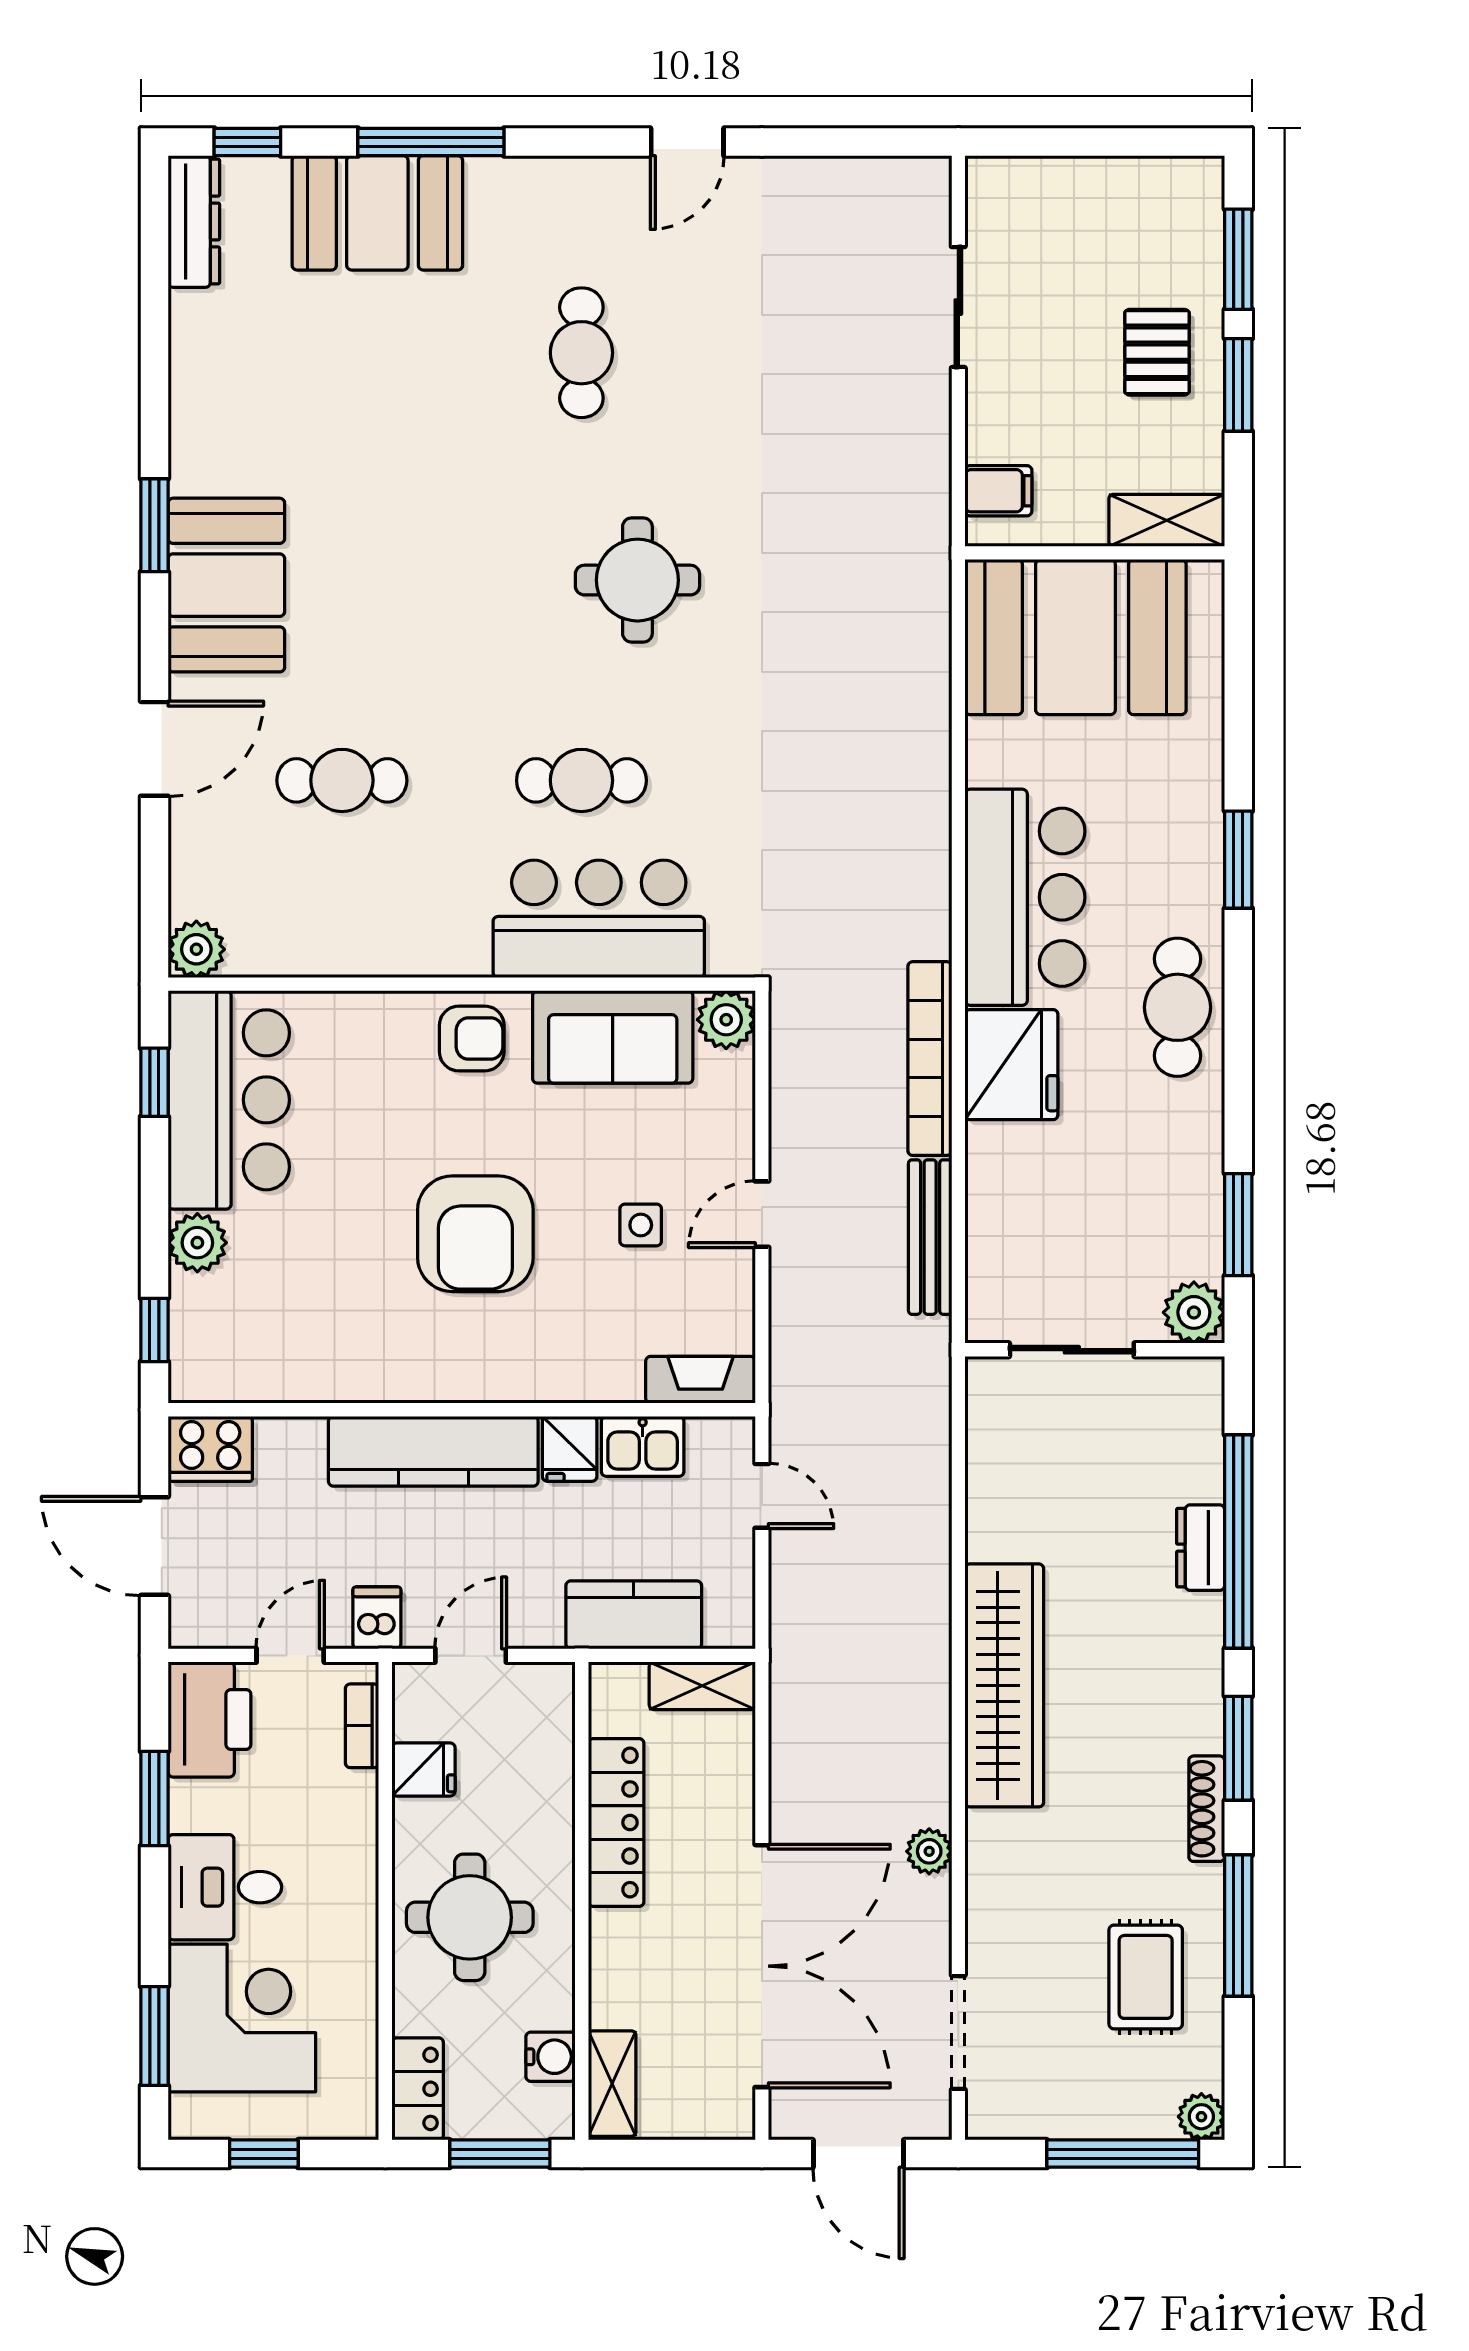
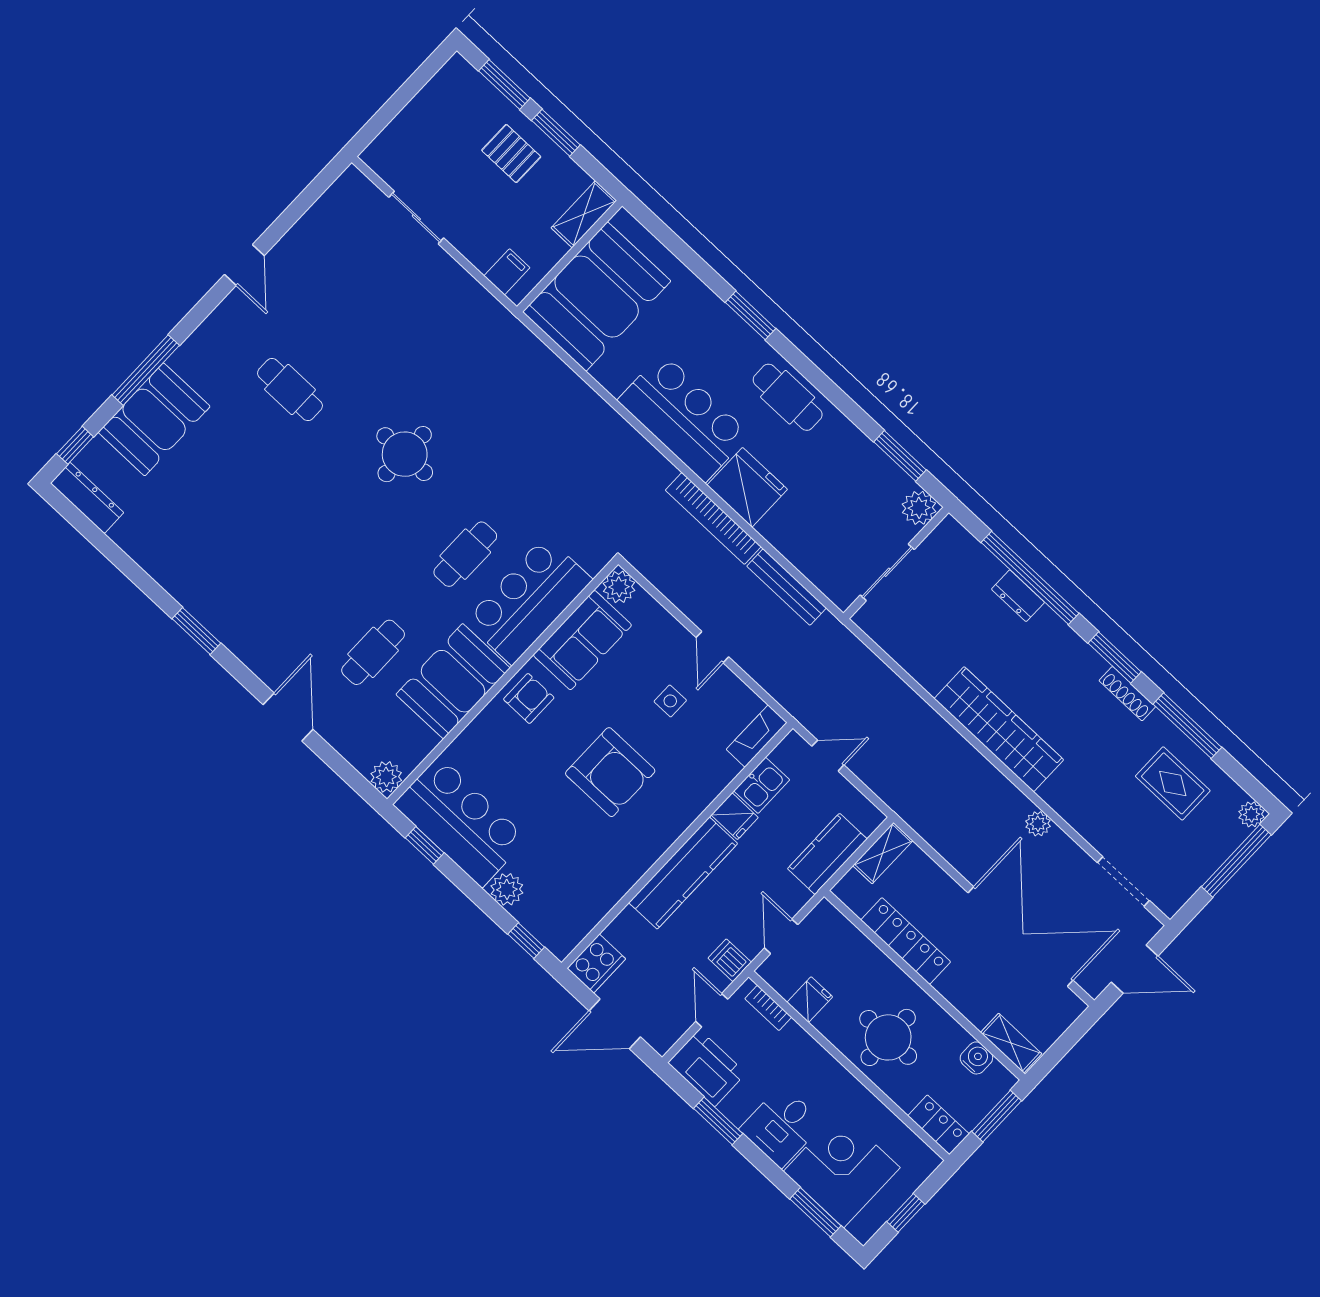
booth: (226, 585) -> (453, 681), moved, turned 90

